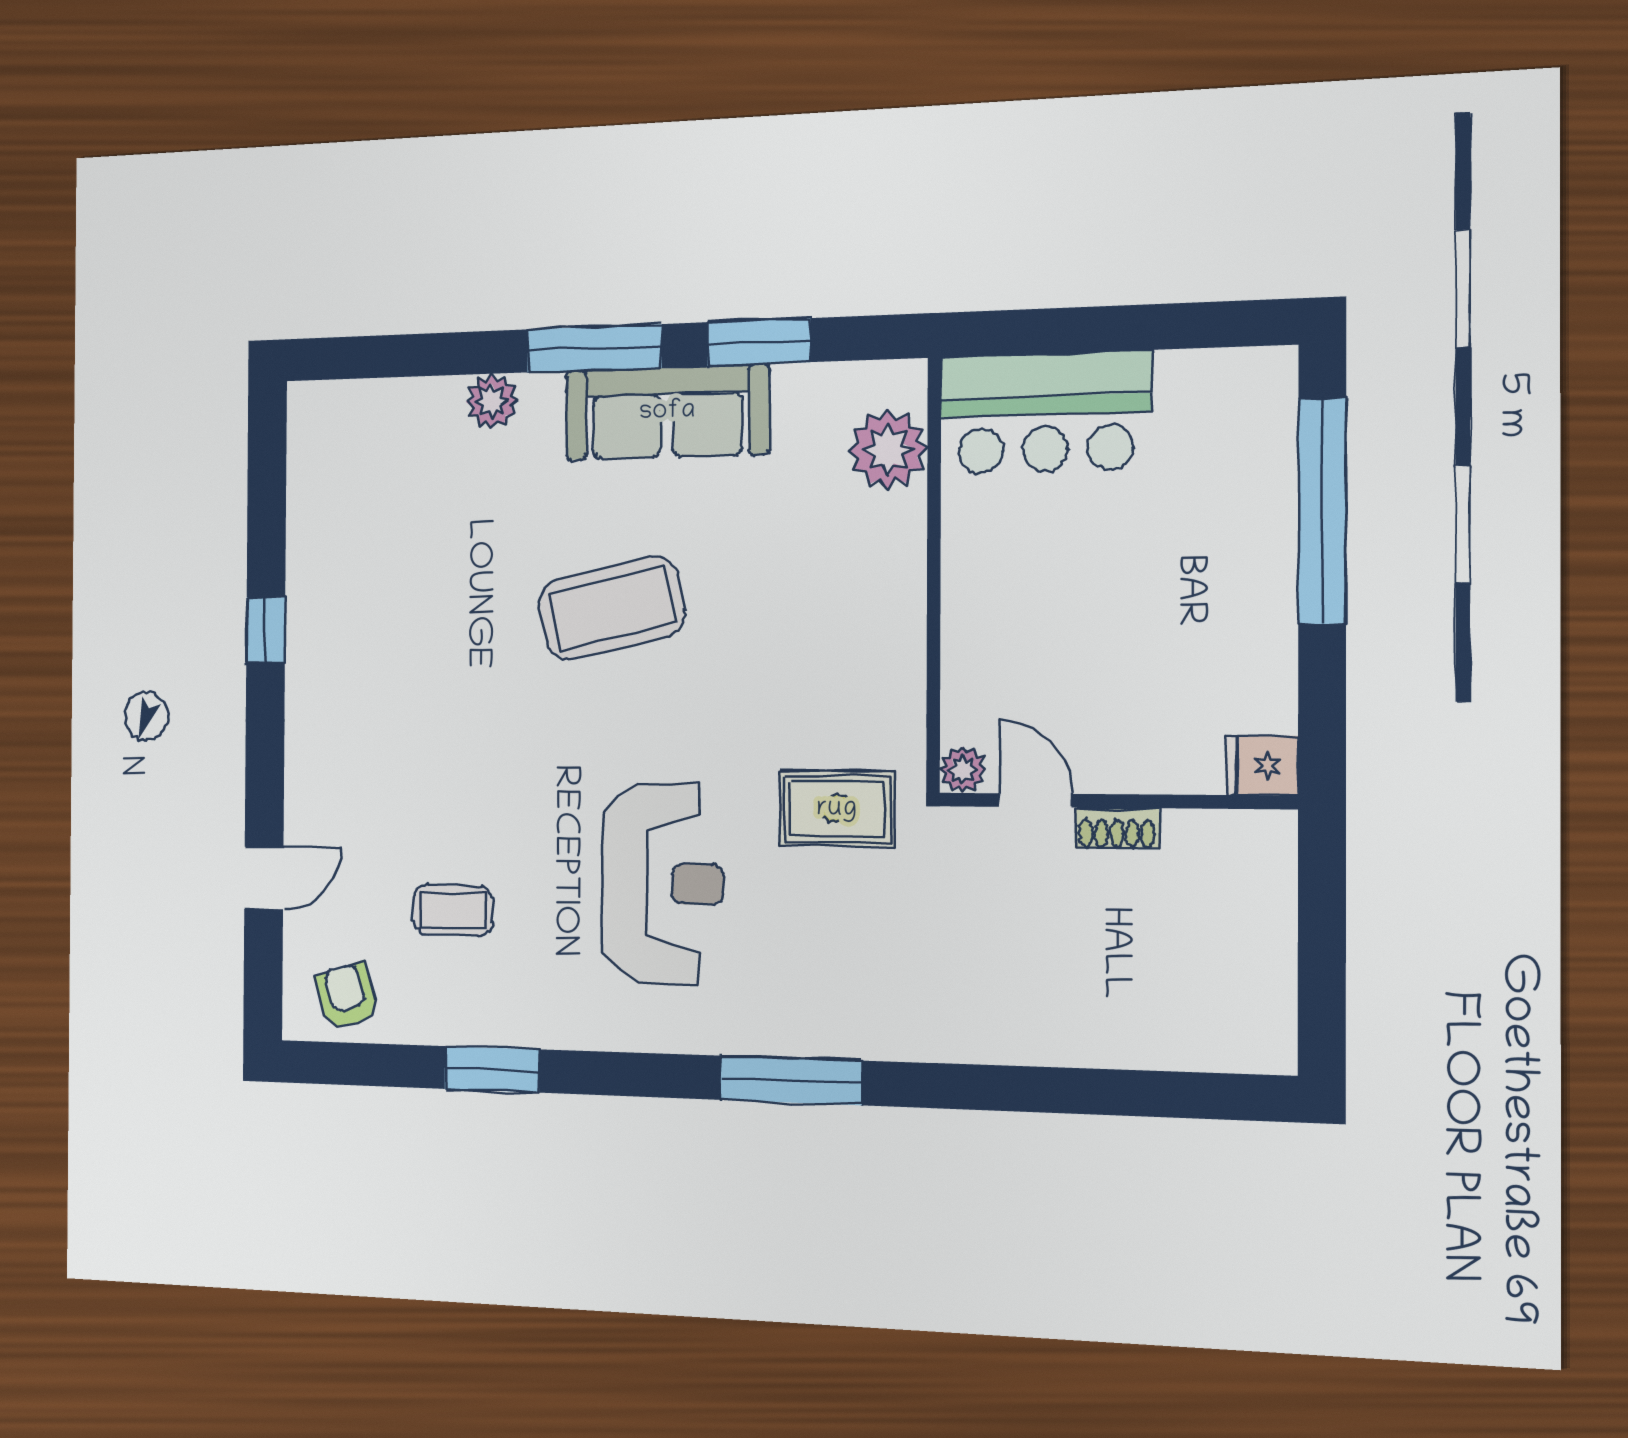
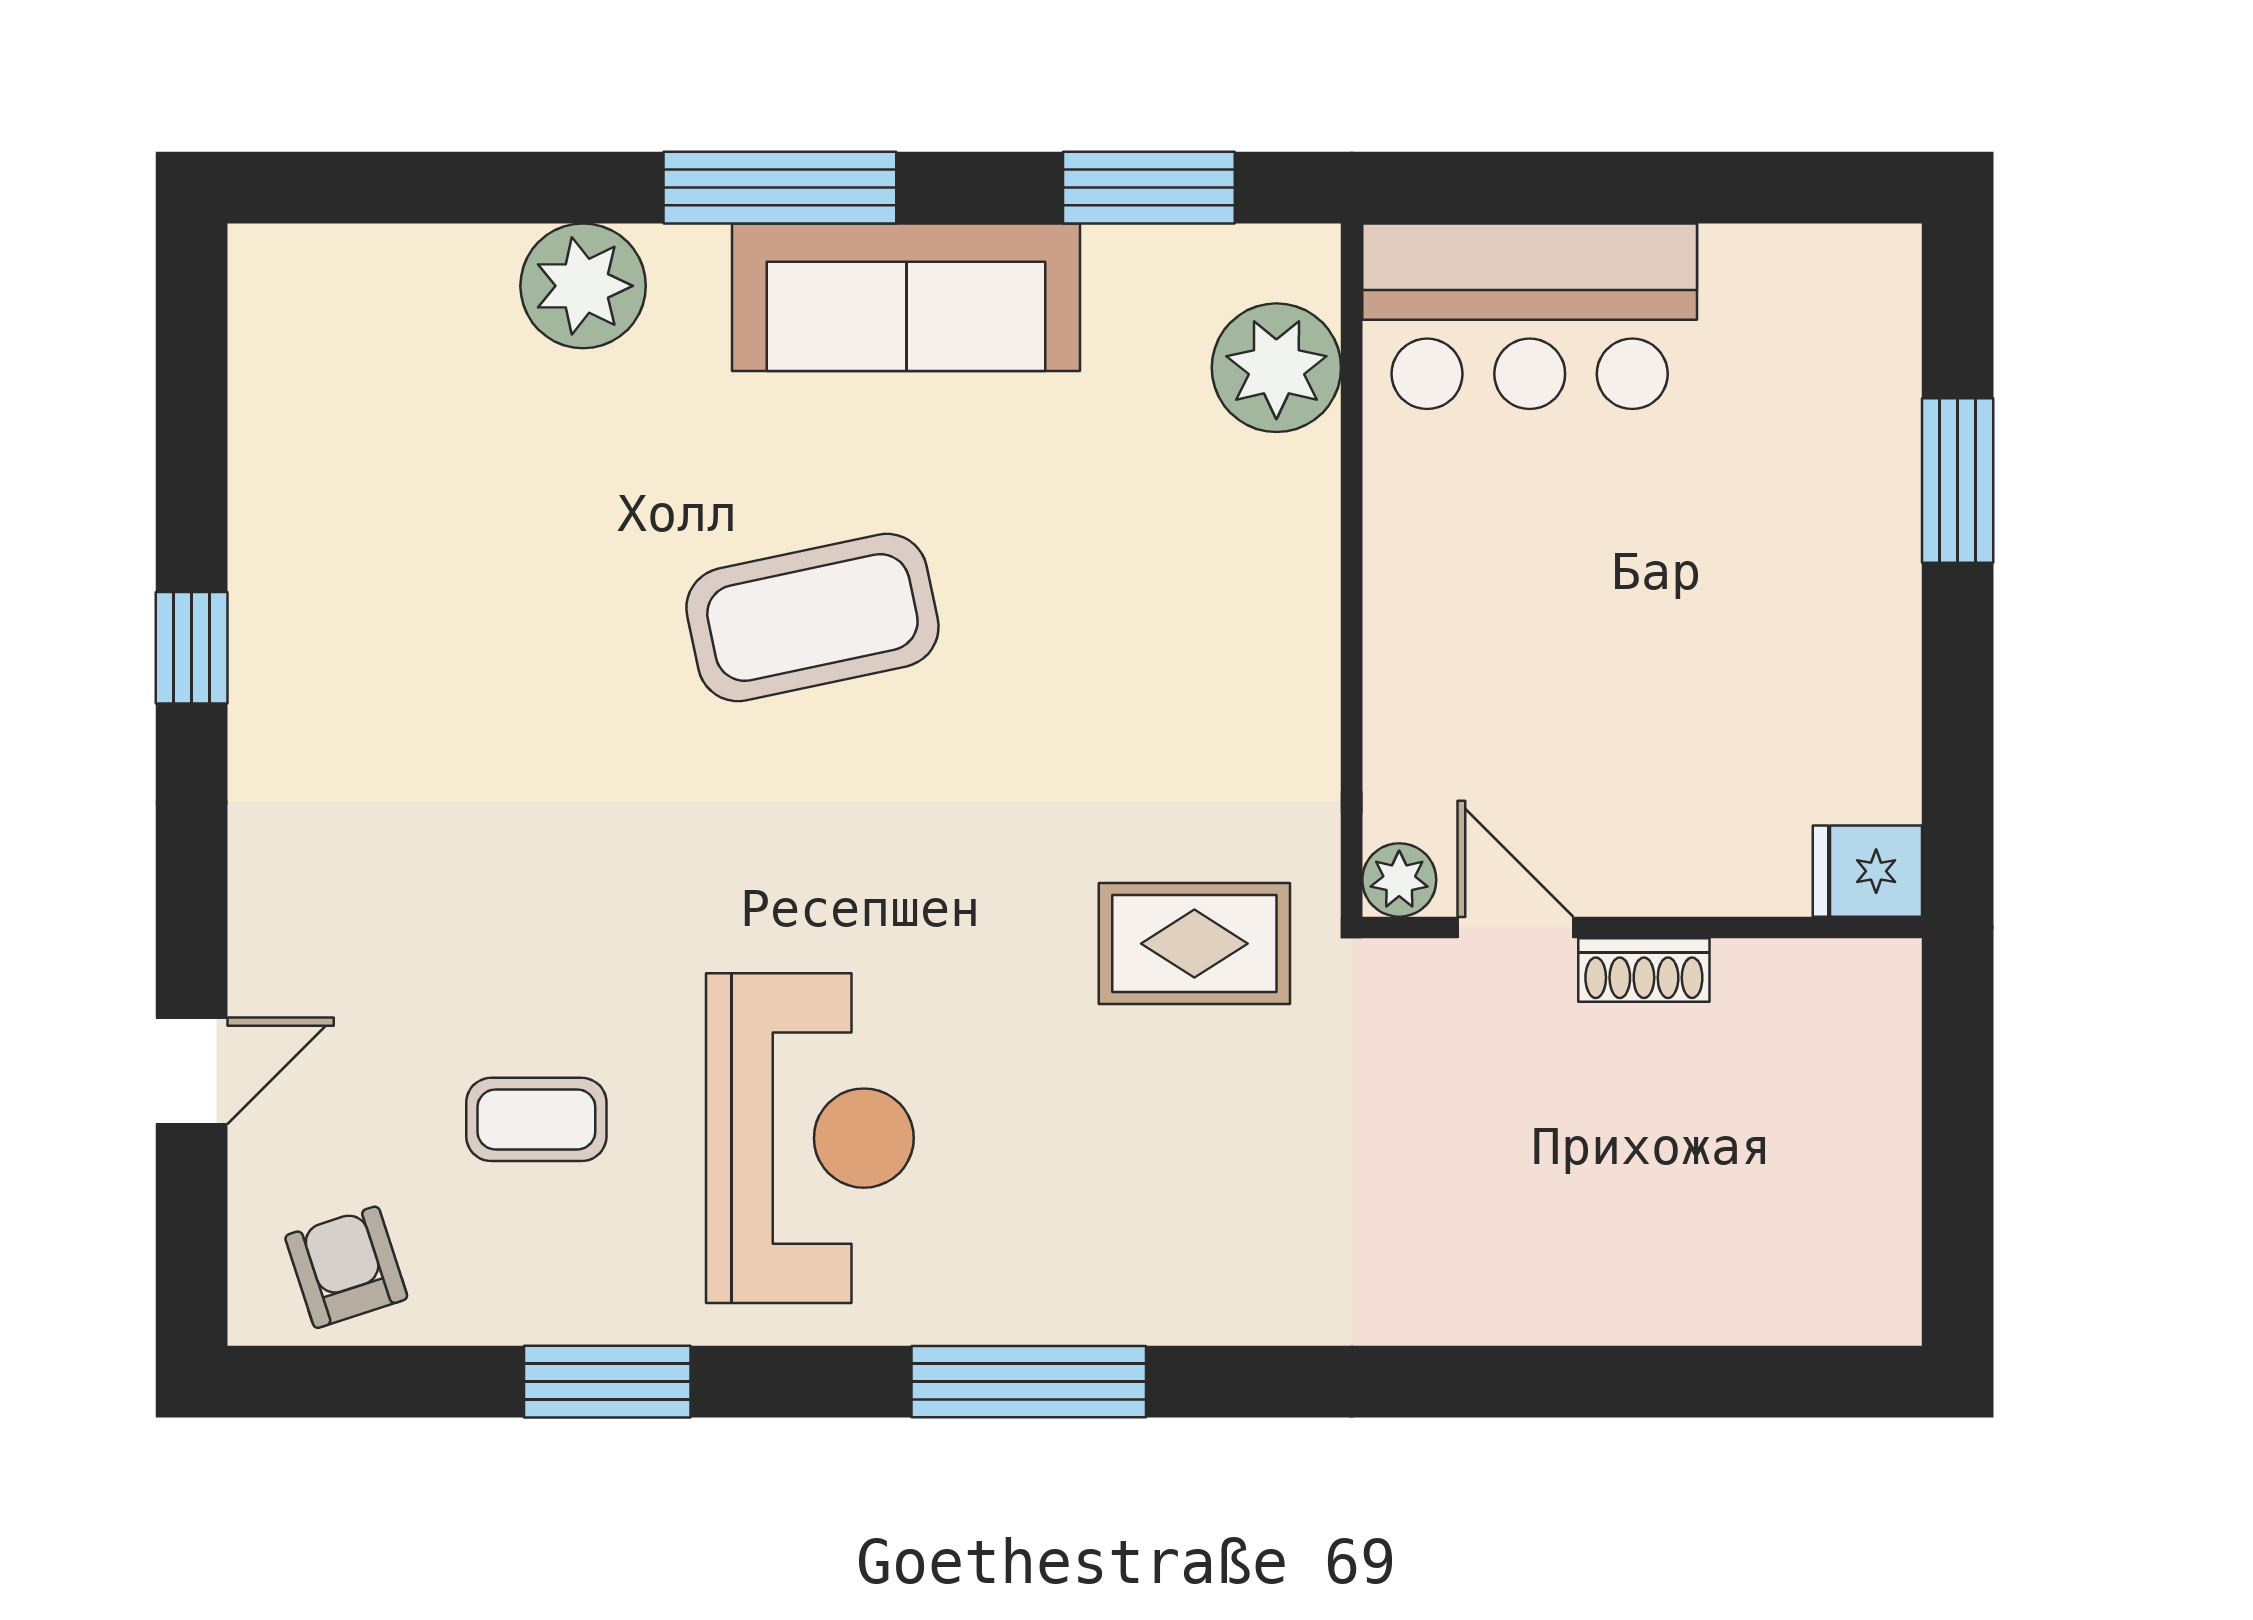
window: (759, 342) -> (1149, 188), moved
plant: (492, 401) -> (583, 286), width x1.36, depth x1.36
window: (1322, 511) -> (1958, 480), width x0.47
reception desk: (662, 884) -> (810, 1138), moved
window: (791, 1080) -> (1029, 1382), moved

